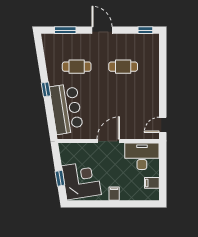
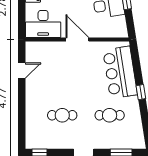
door: (163, 125) -> (22, 71), moved
door: (108, 141) -> (77, 39), swing flipped

